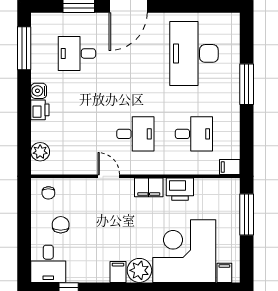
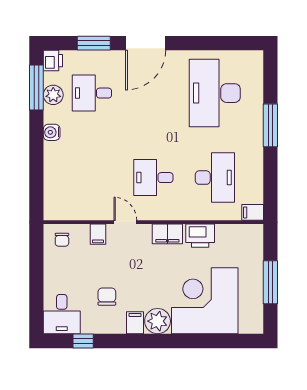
printer: (40, 110) -> (53, 61), moved
desk: (135, 134) -> (153, 178), turned 180
desk: (194, 134) -> (215, 178), width x1.37
plant: (40, 152) -> (53, 95), moved
window: (247, 214) -> (270, 282), moved
chair: (61, 225) -> (107, 297), moved
filing cabinet: (224, 273) -> (98, 234), moved, turned 180

